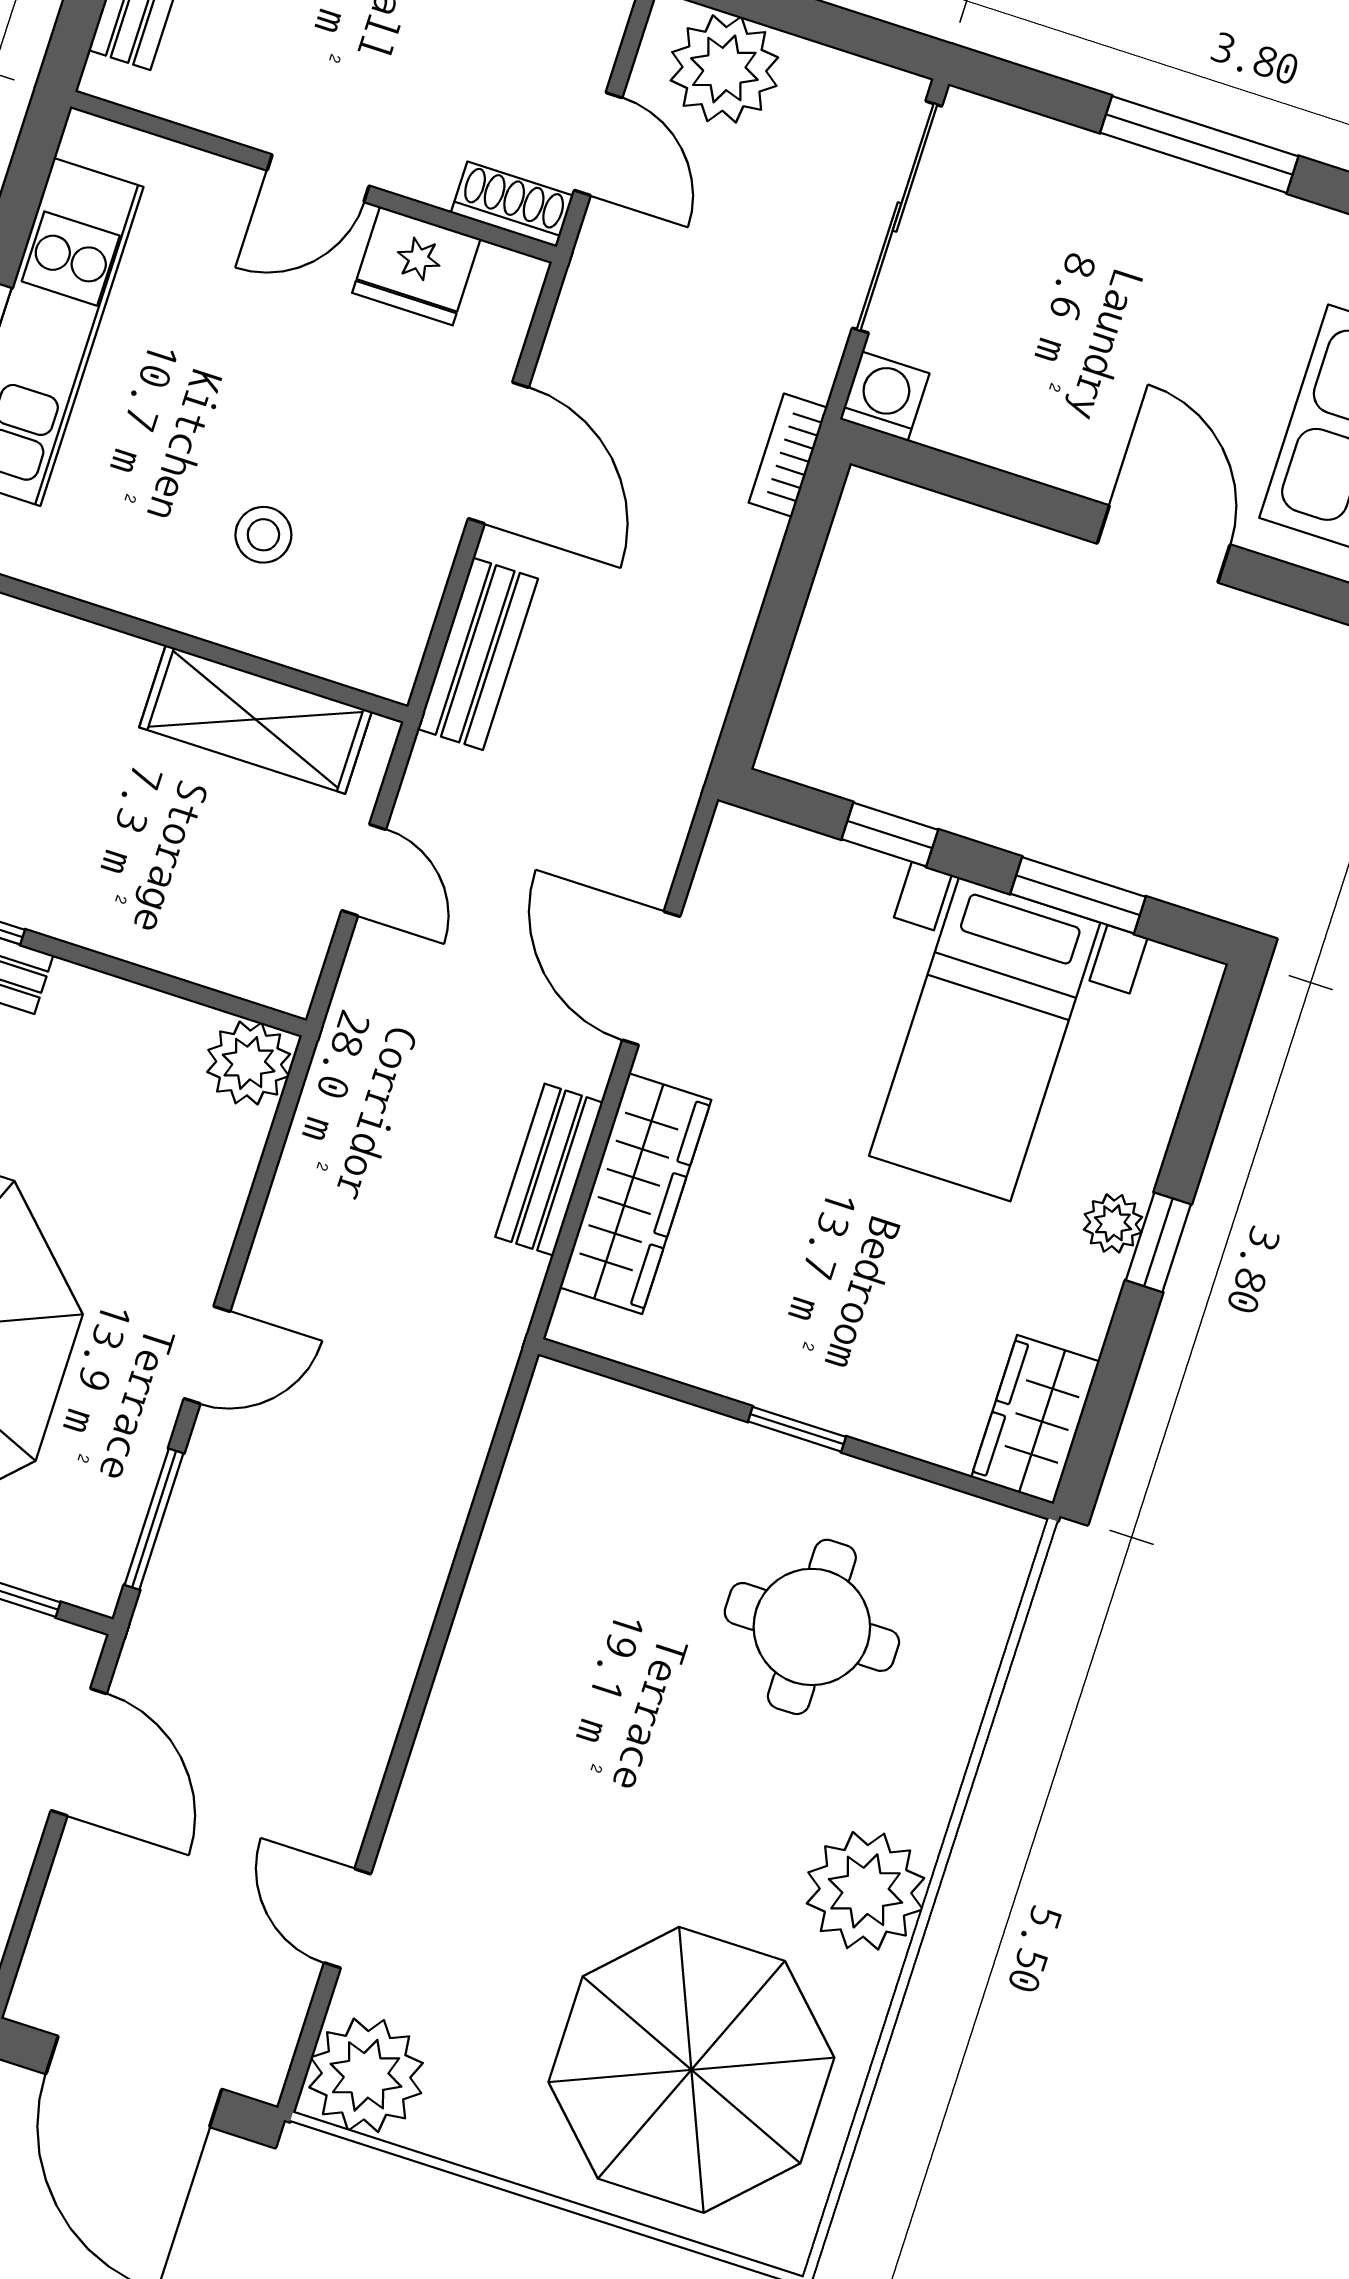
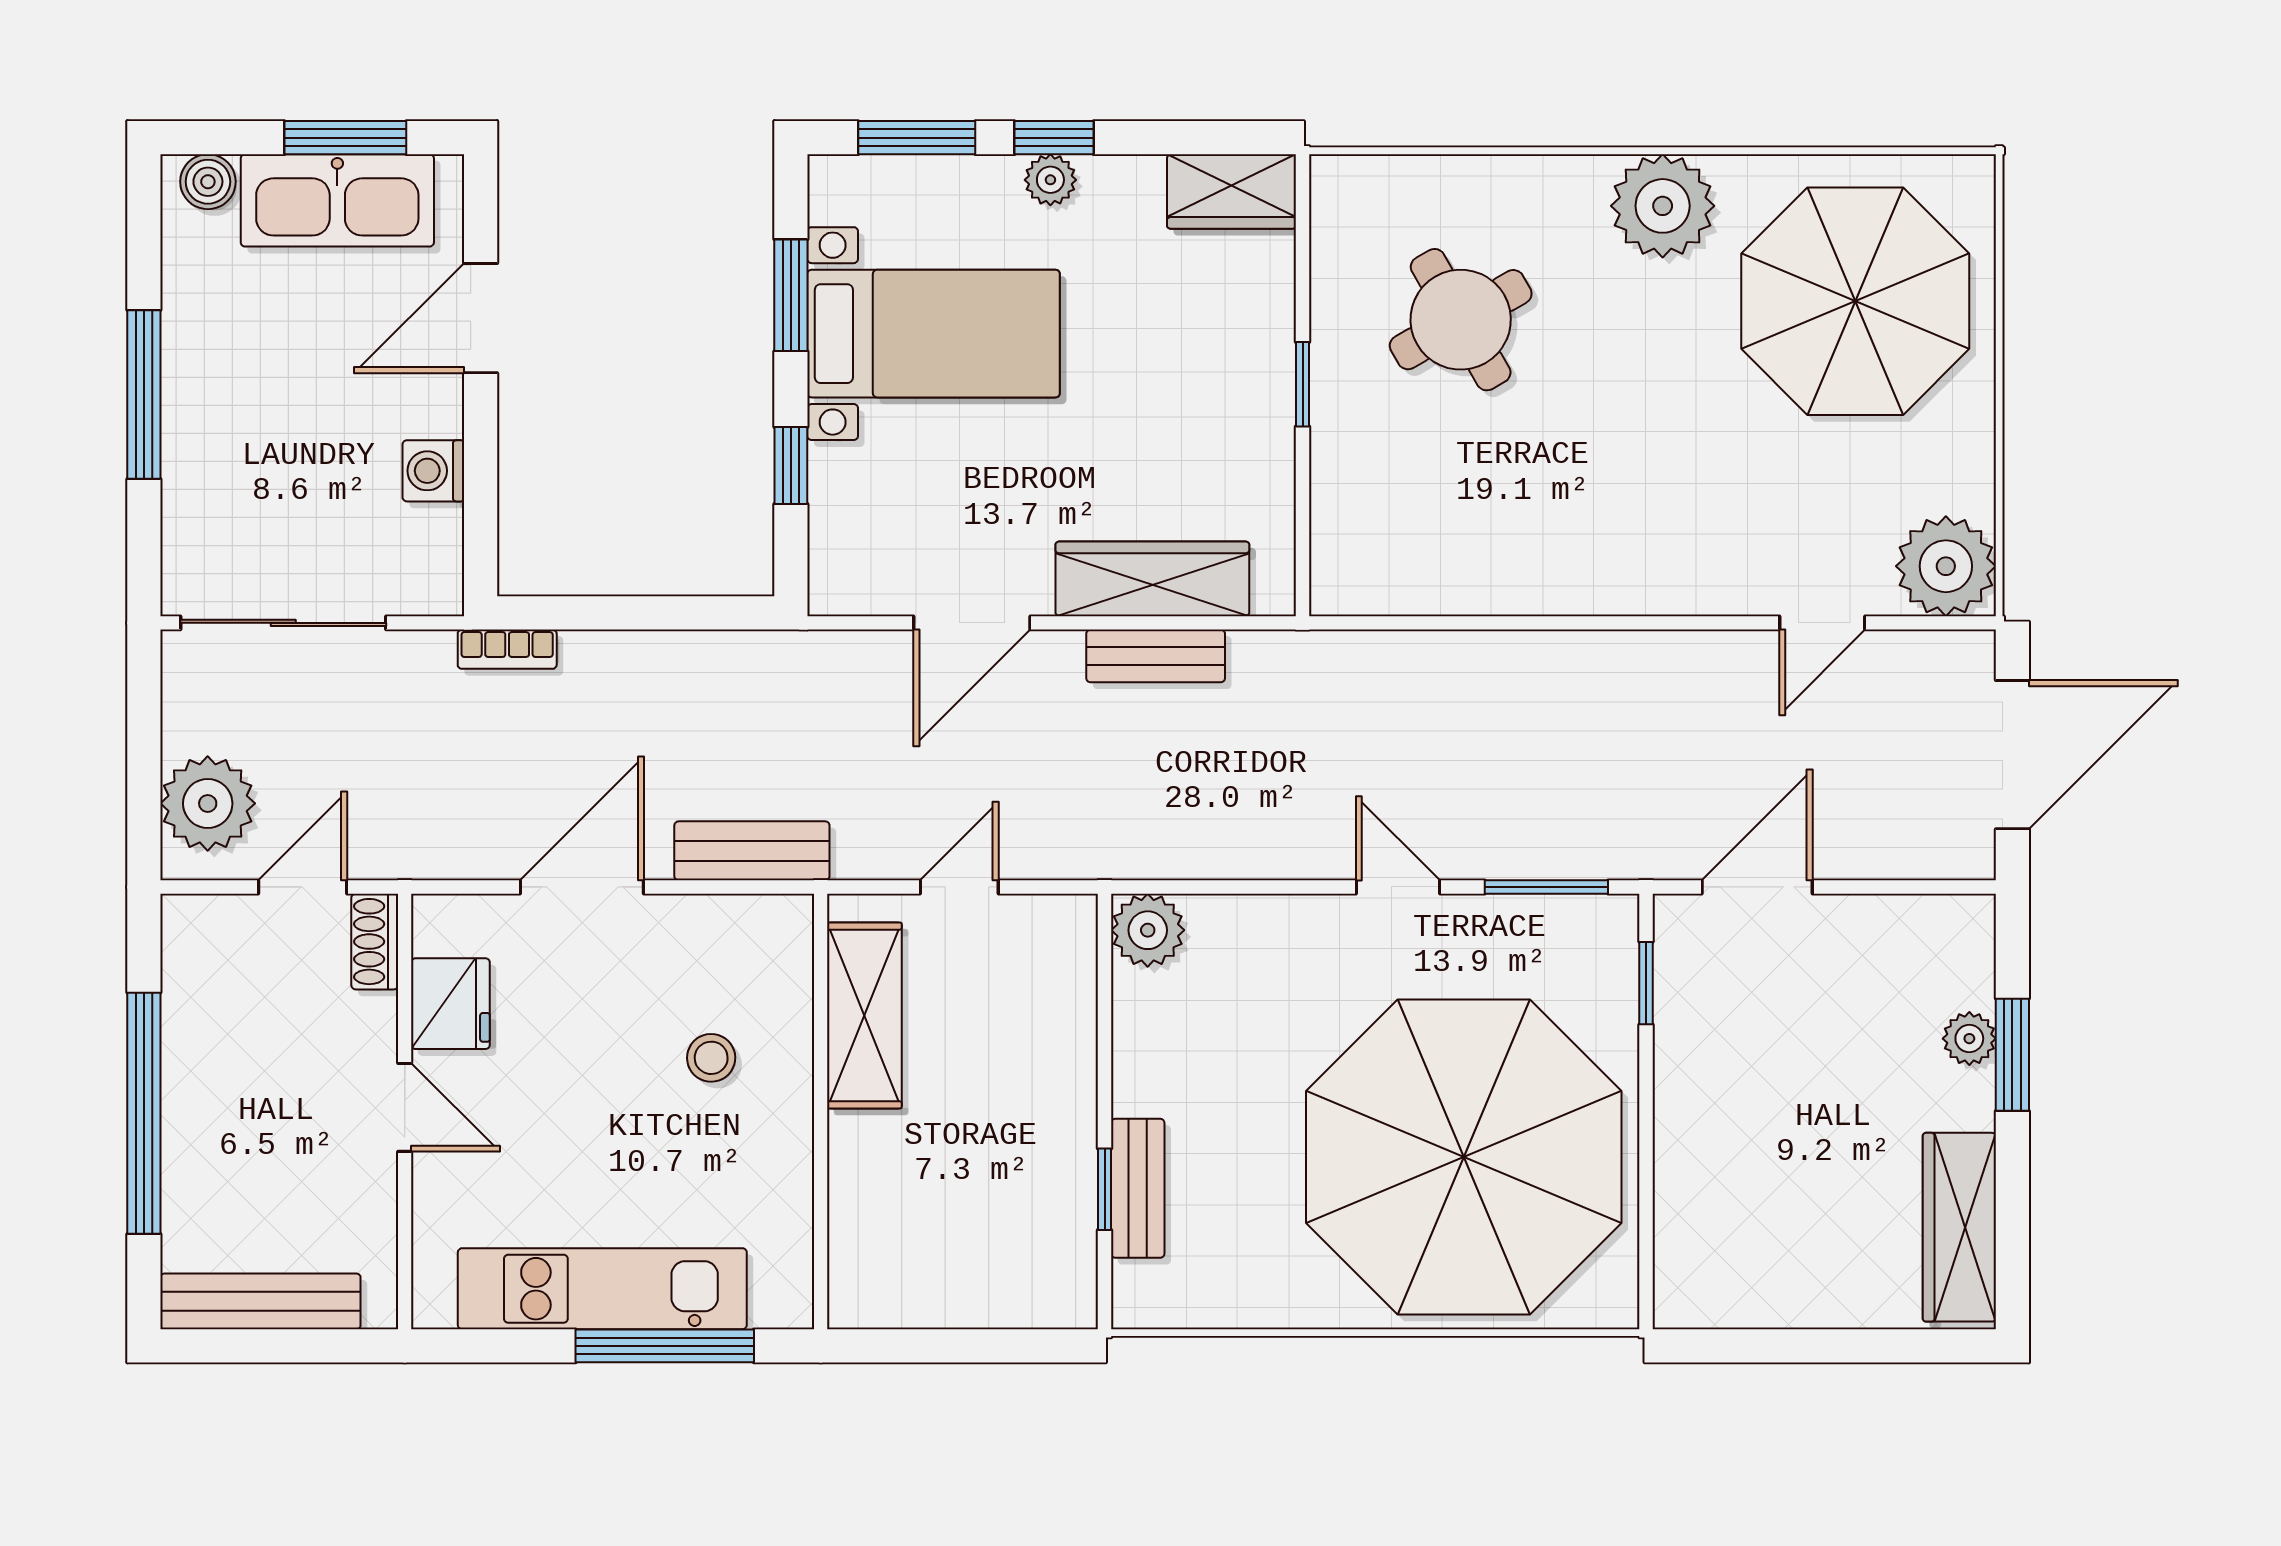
washing machine: (885, 396) -> (433, 471), moved
window: (1207, 1091) -> (917, 138), added
round table: (812, 1627) -> (1461, 320), turned -30

